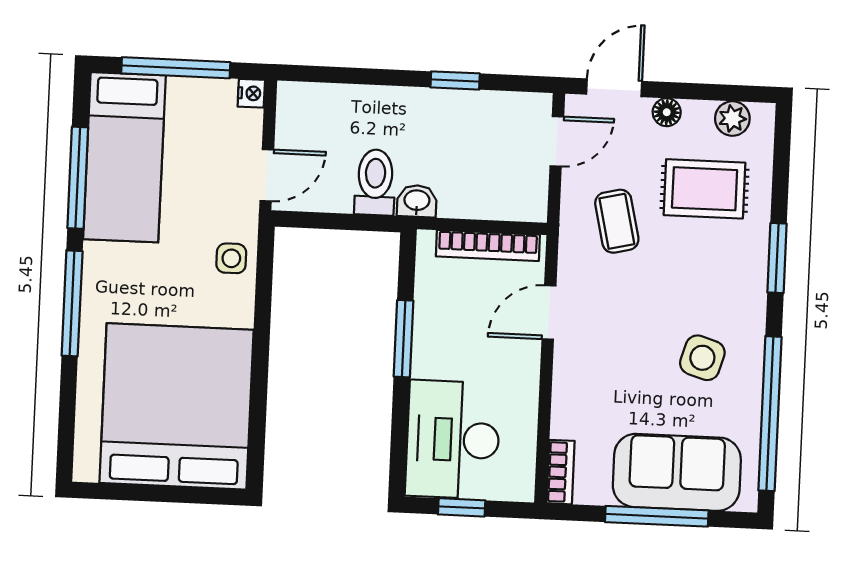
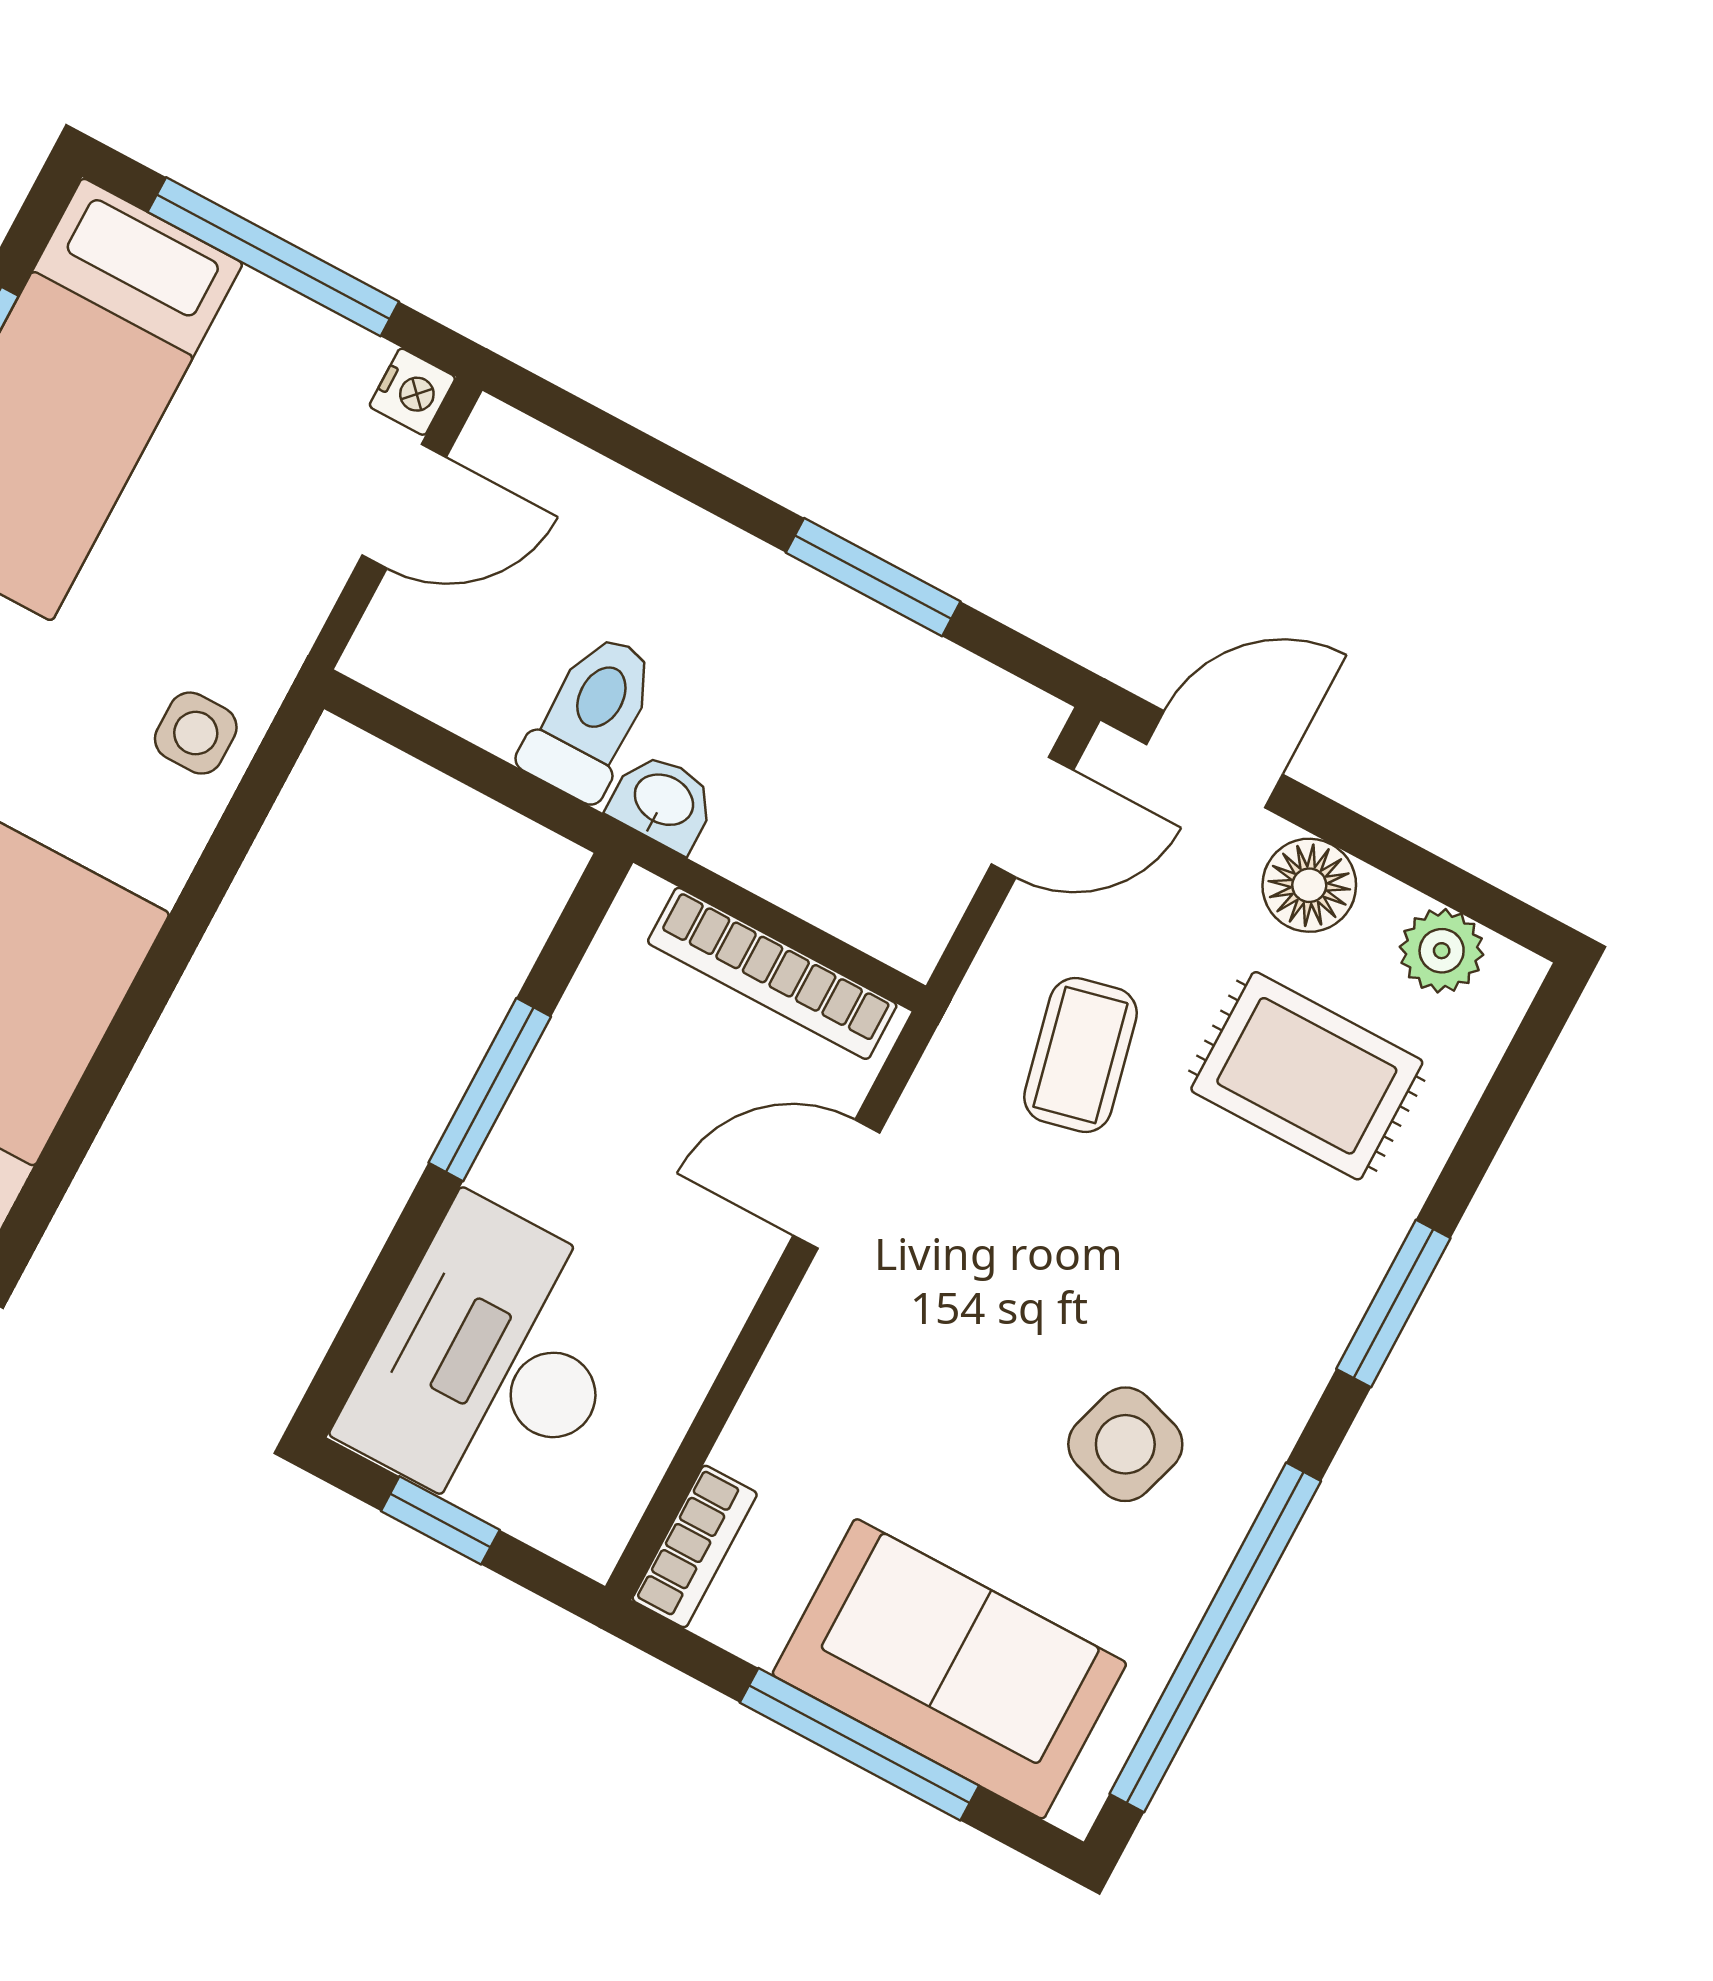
window: (455, 80) -> (873, 577), width x1.50
floor lamp: (667, 112) -> (1309, 885), width x1.37, depth x1.37
door: (267, 175) -> (404, 506), moved

